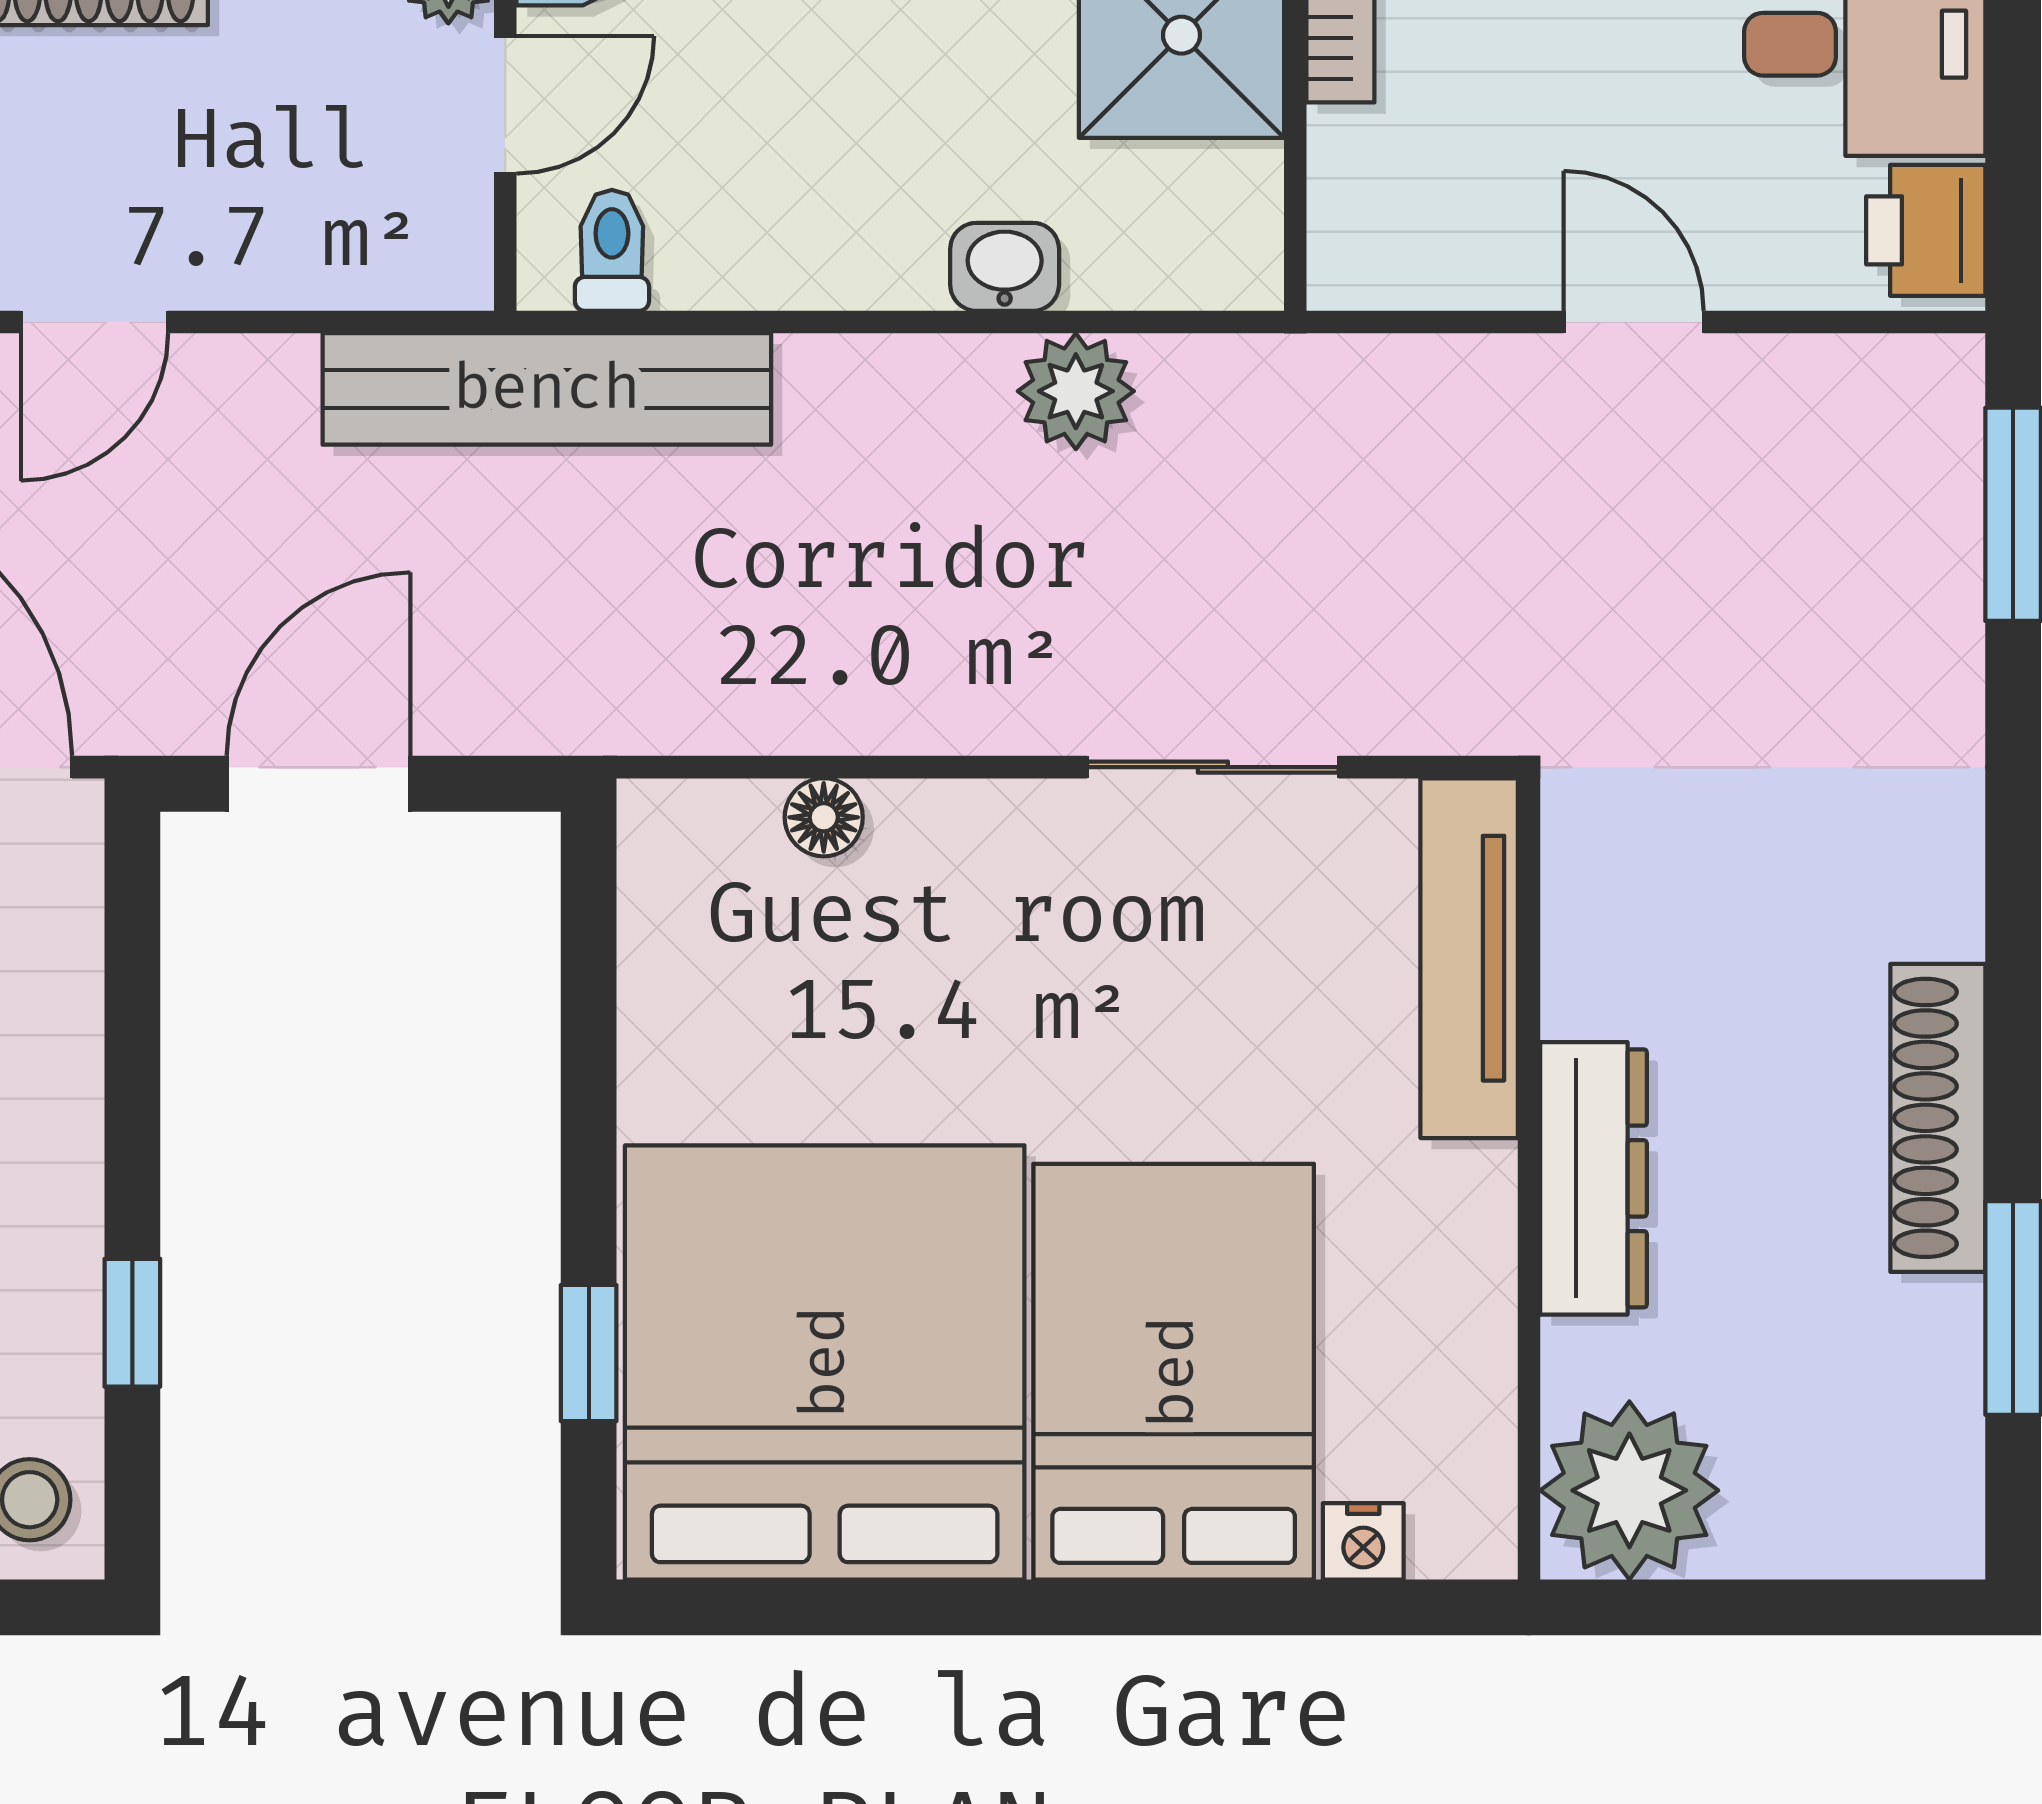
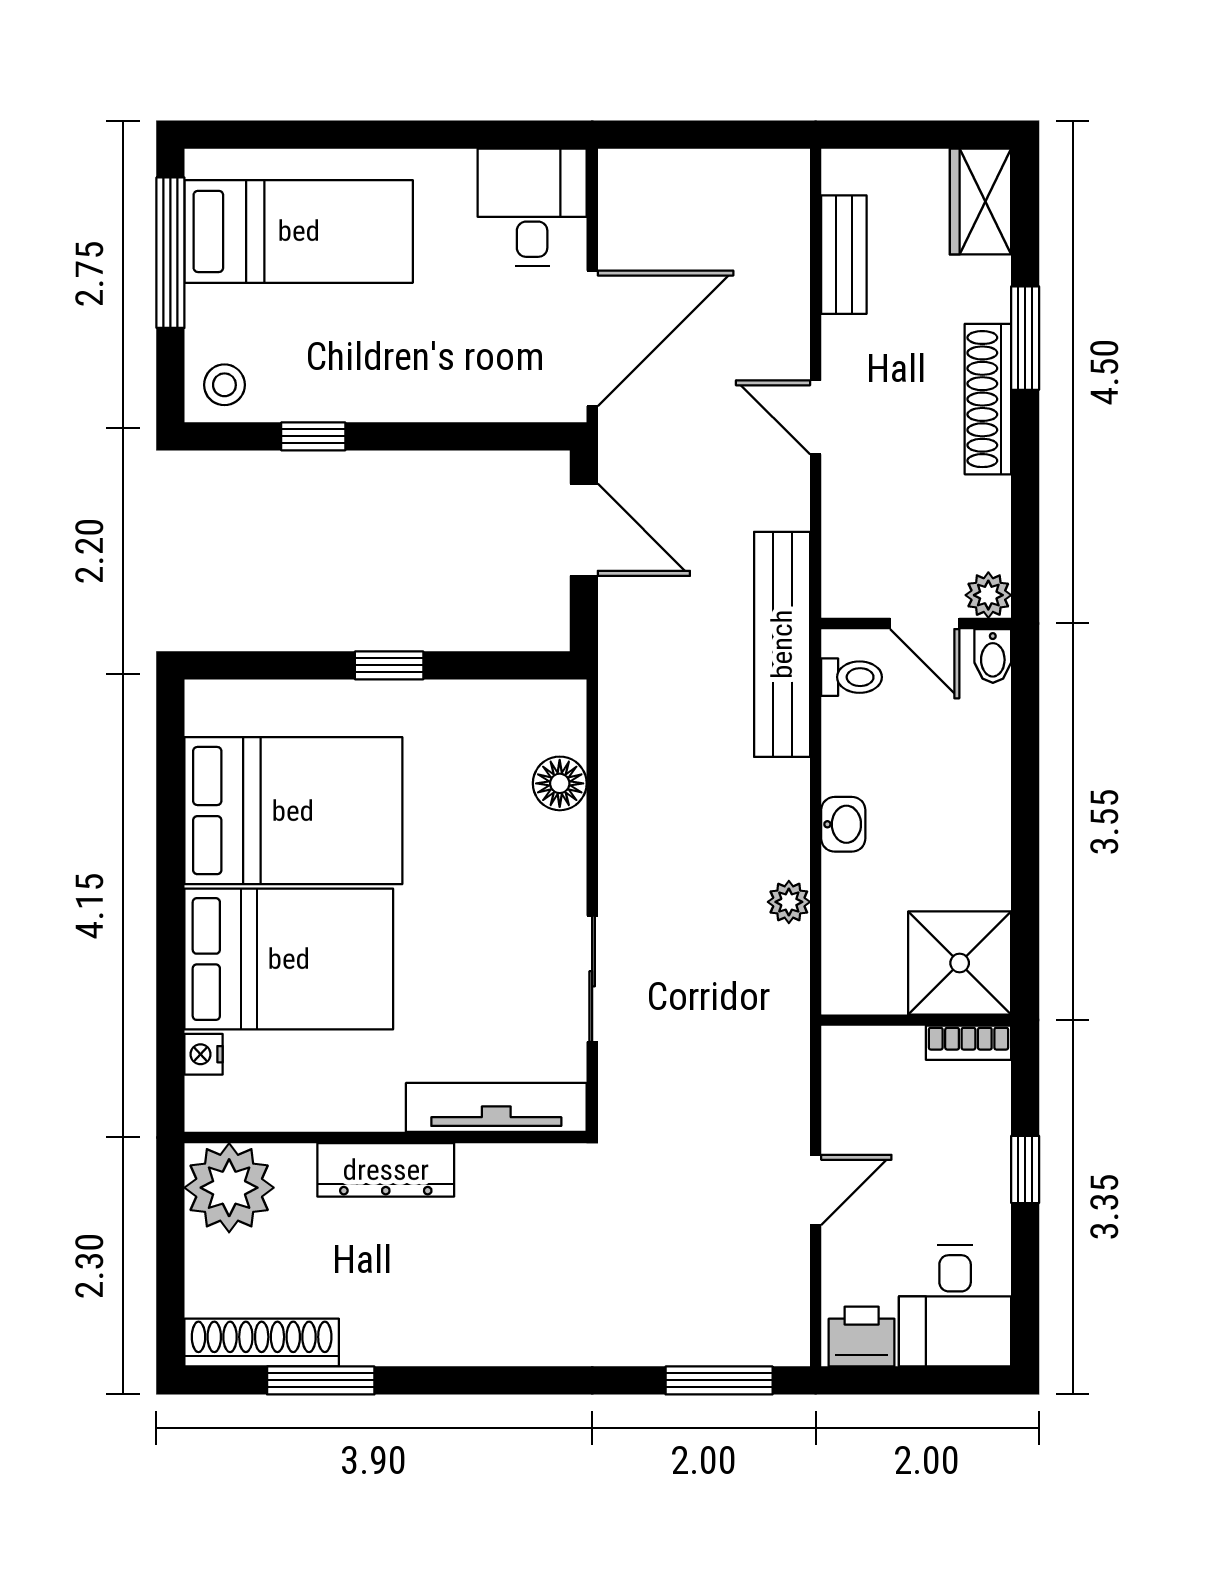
washbasin: (1005, 267) -> (843, 824), moved
plant: (1076, 391) -> (789, 902), width x0.73, depth x0.73
floor lamp: (824, 817) -> (560, 783), width x1.37, depth x1.37
shoe rack: (1938, 1118) -> (262, 1343), moved
window: (589, 1353) -> (389, 665), moved
bed: (825, 1362) -> (293, 811), width x0.73

